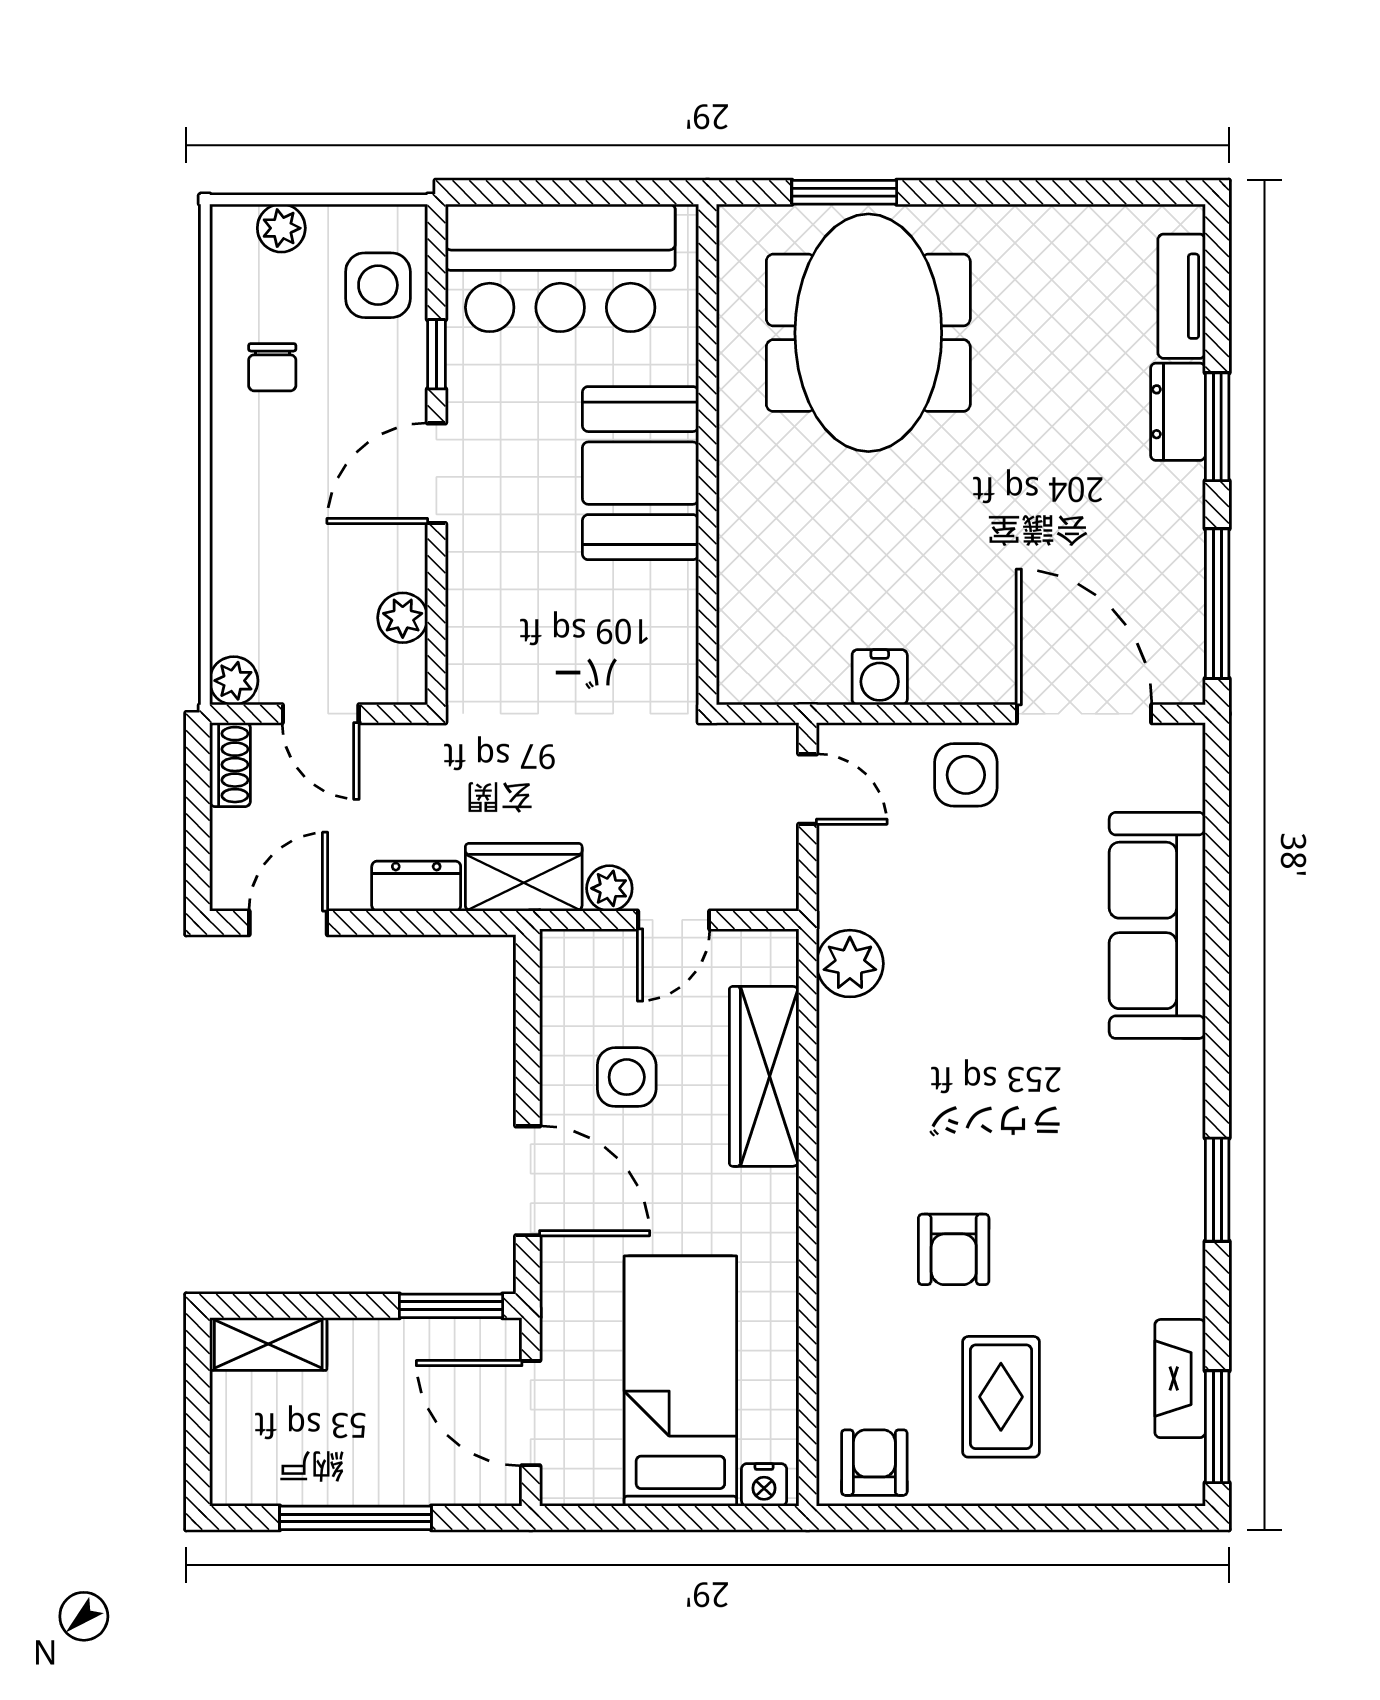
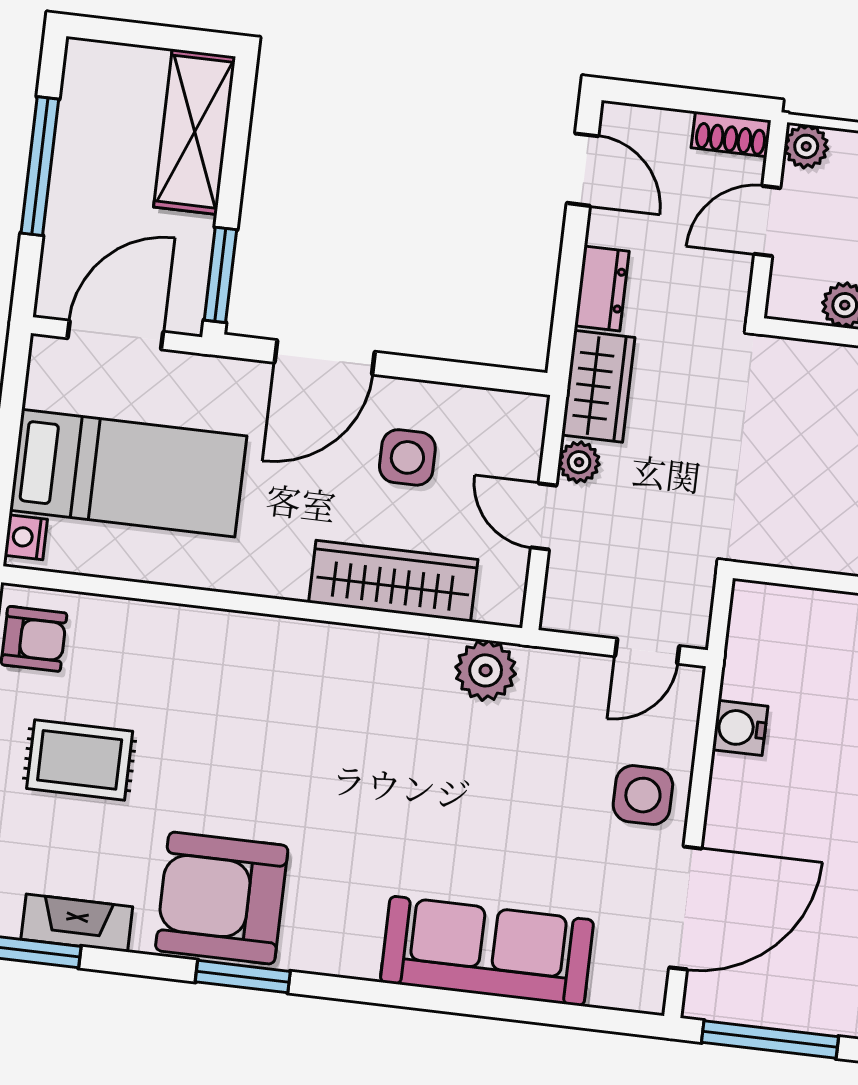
armchair: (954, 1249) -> (222, 898), moved, width x1.88, depth x1.88
shelving: (268, 1344) -> (195, 132), width x1.50, depth x1.33

